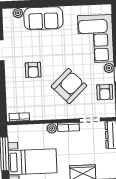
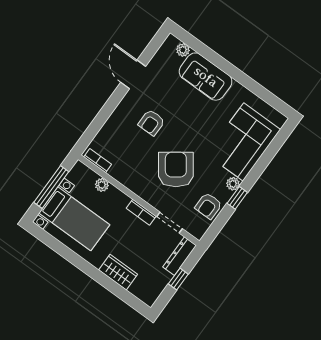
armchair: (69, 86) -> (176, 169), turned -82
plant: (52, 128) -> (102, 185), moved

